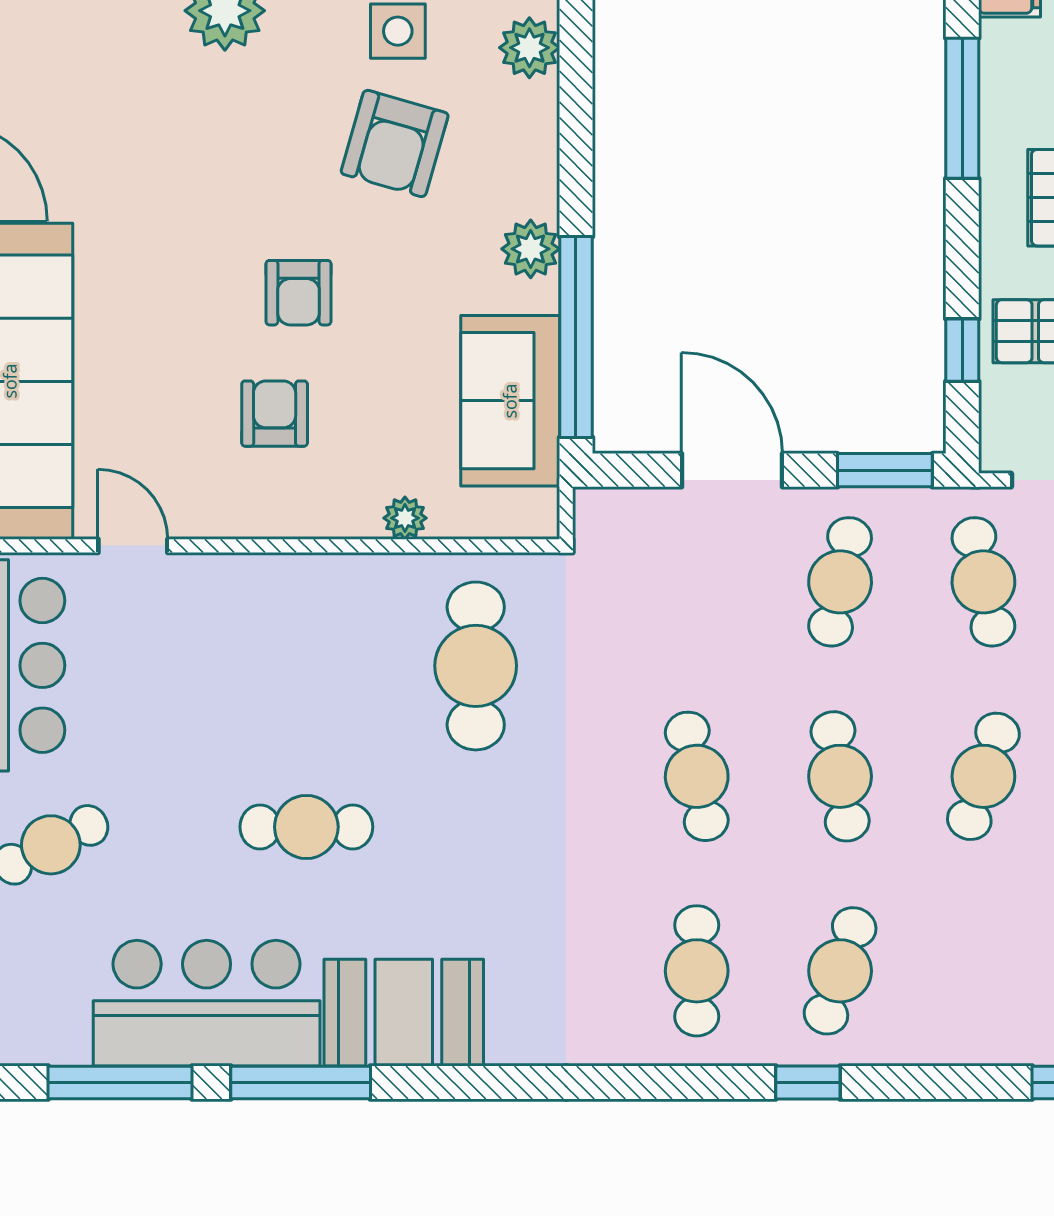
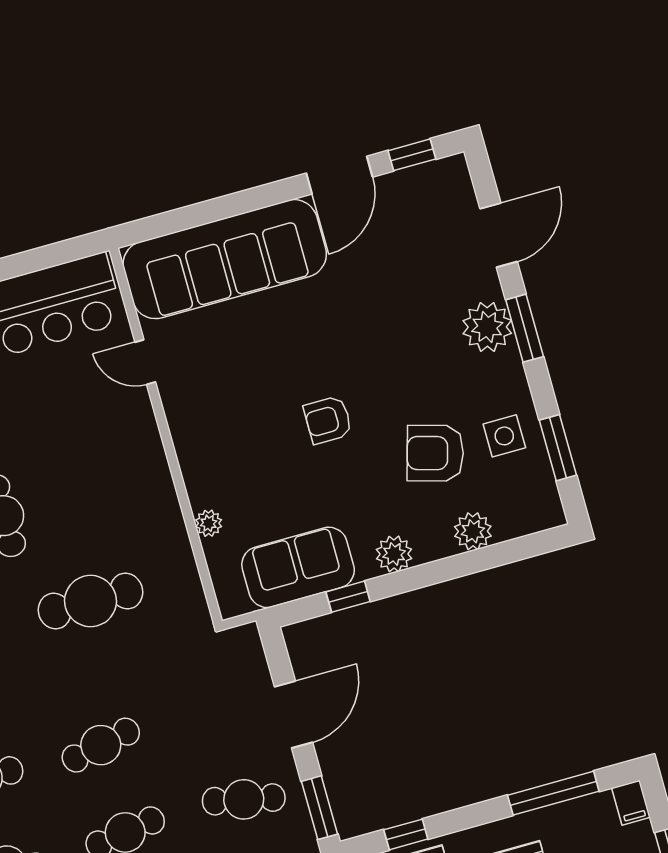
plant: (529, 48) -> (473, 531), moved
window: (576, 337) -> (348, 597), width x0.32
armchair: (275, 414) -> (250, 426), removed
door: (133, 546) -> (145, 362), swing flipped
cafe table: (476, 666) -> (90, 601), moved

